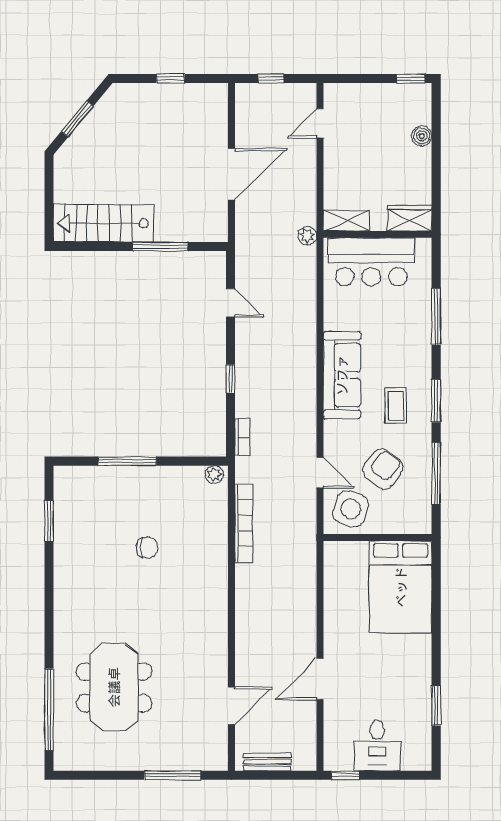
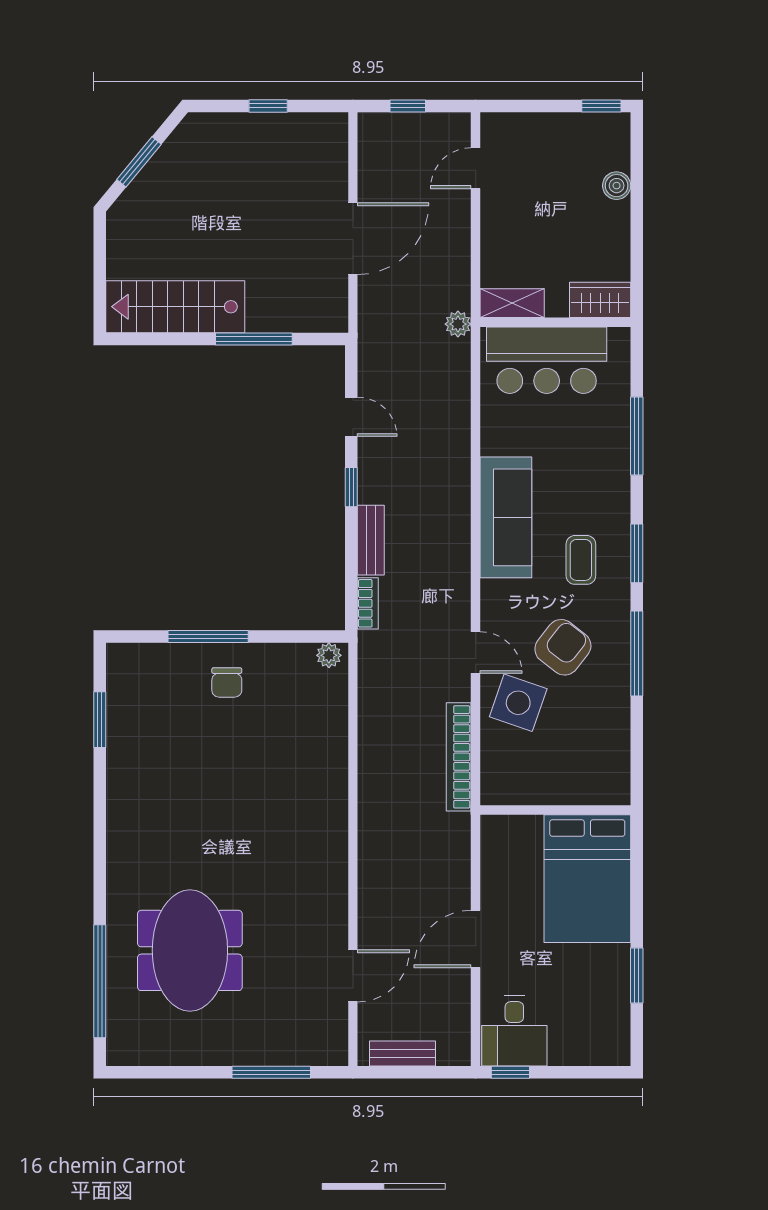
window: (230, 379) -> (351, 487), moved
bench: (245, 392) -> (371, 540), added
bookcase: (244, 523) -> (459, 757), moved, turned 180
wall: (378, 537) -> (555, 810), moved
chair: (147, 548) -> (227, 682), moved, turned 90
bed: (401, 587) -> (587, 879), moved
desk: (377, 745) -> (514, 1031), moved

